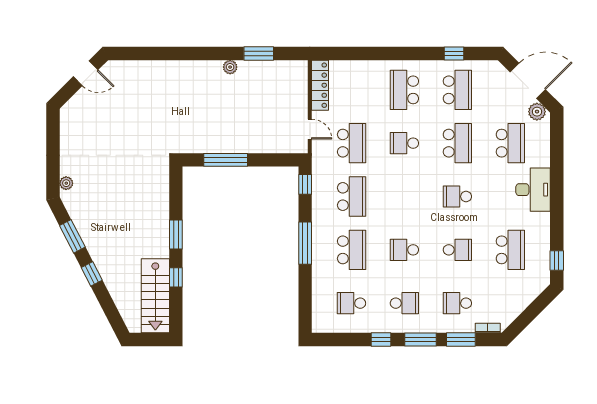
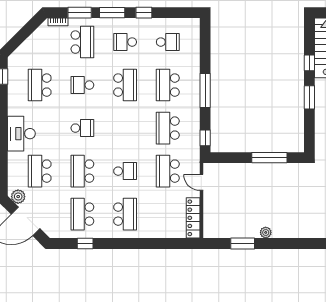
school desk: (404, 250) -> (125, 85), width x1.85
school desk: (457, 303) -> (82, 42), width x1.85

